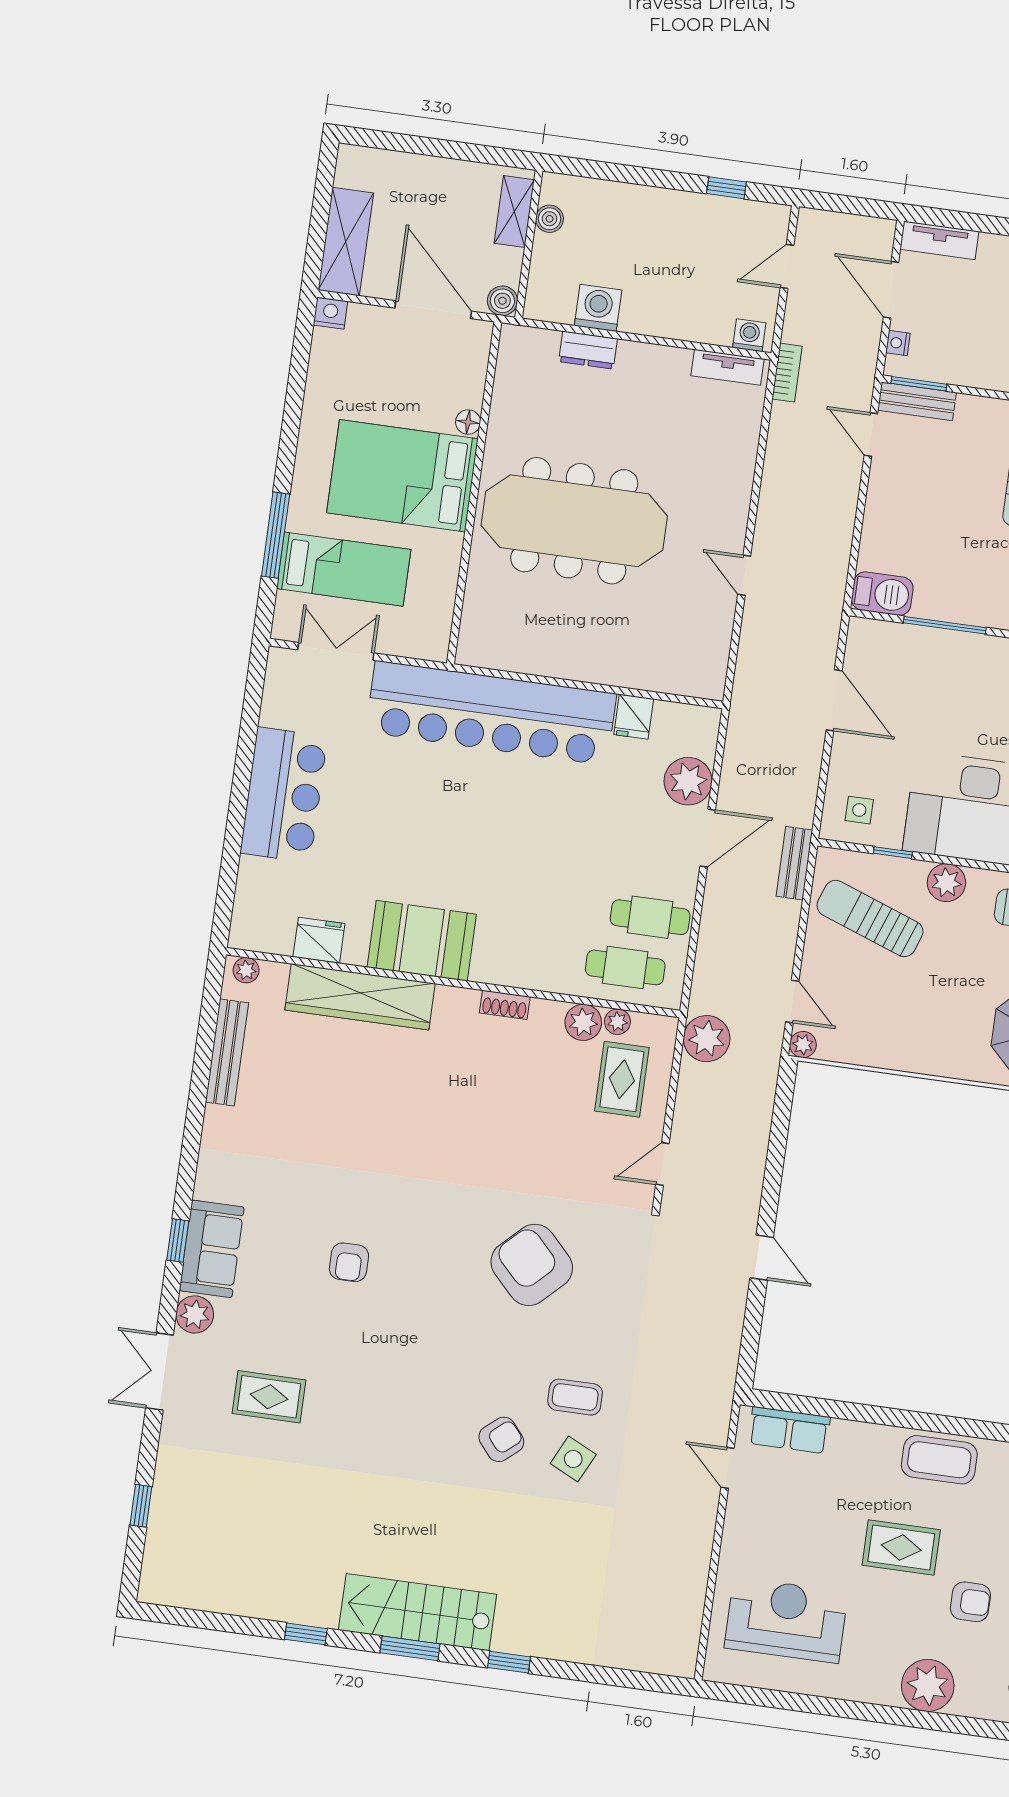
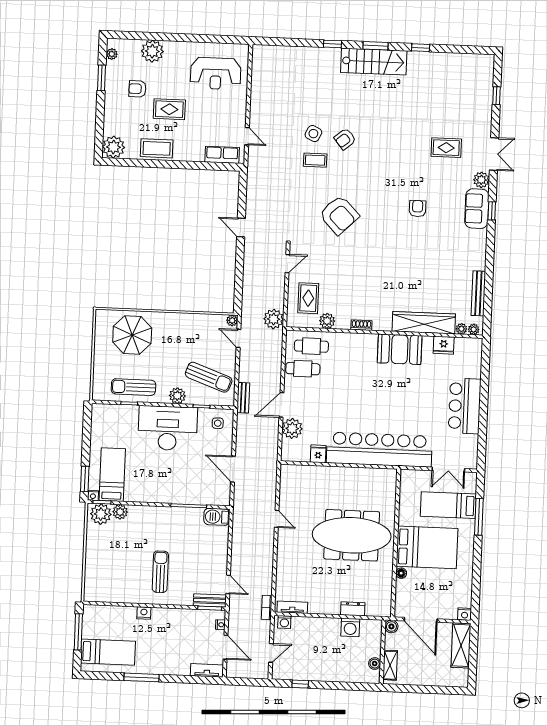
plant: (617, 1022) -> (461, 329), moved

